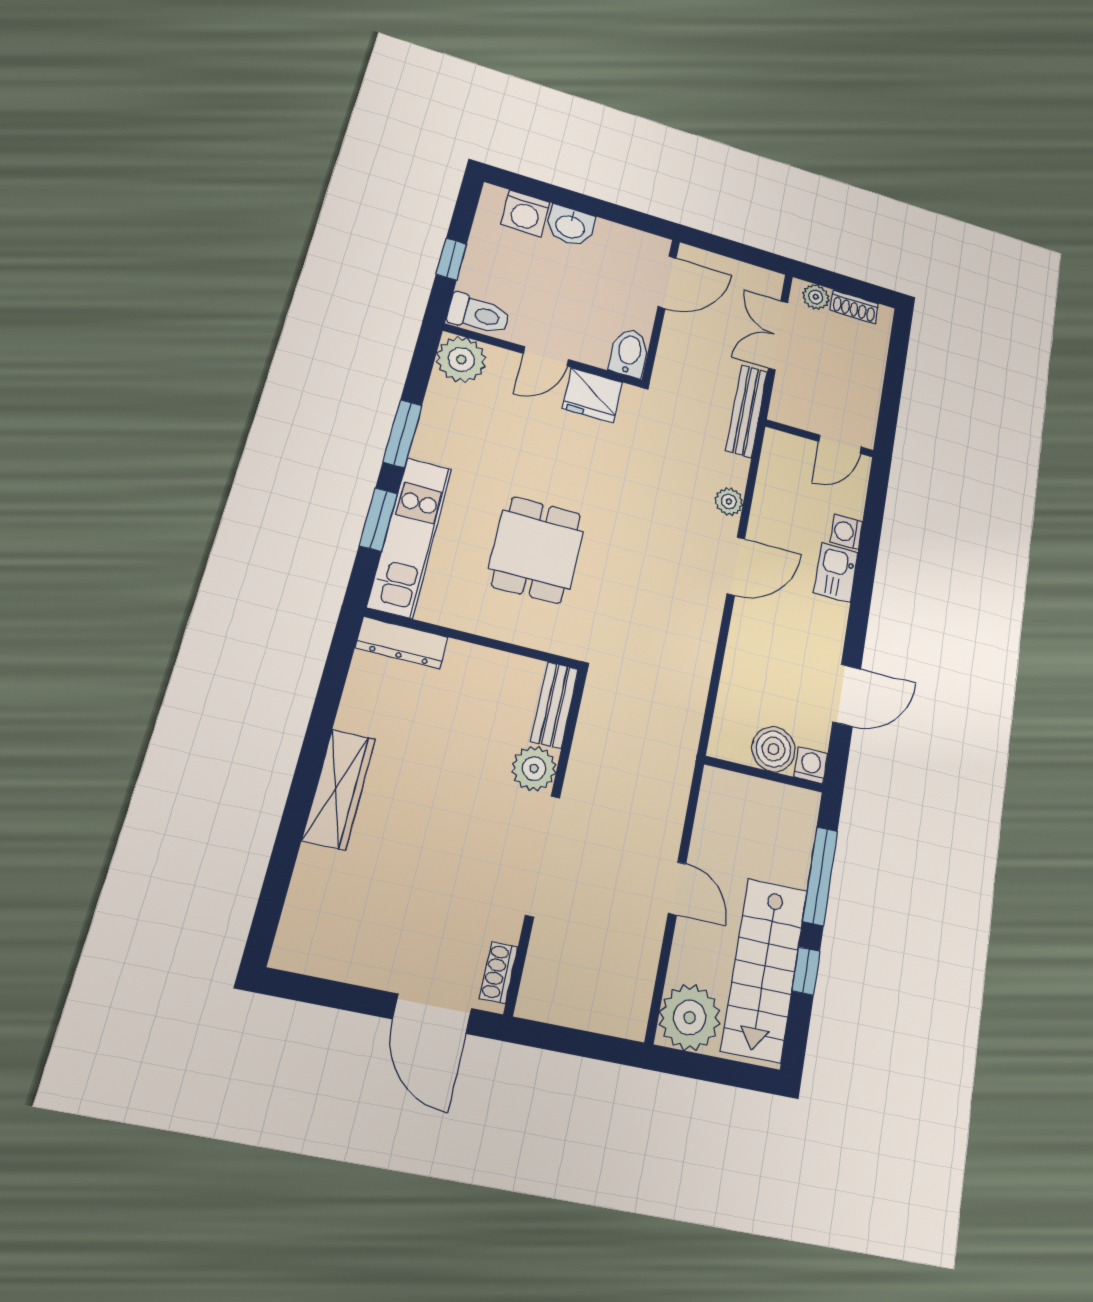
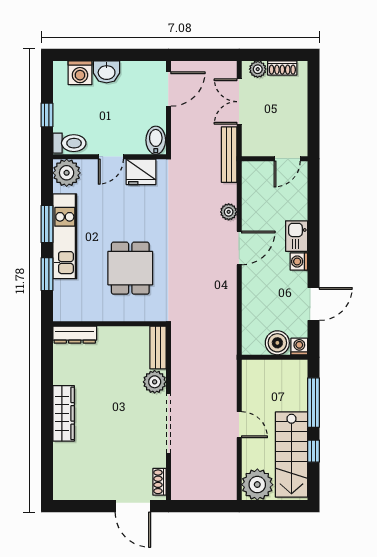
washing machine: (846, 532) -> (299, 262), moved
kitchen unit: (410, 537) -> (65, 236), moved

